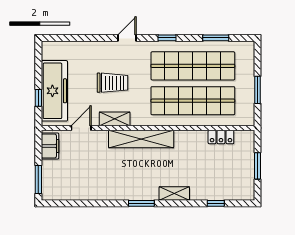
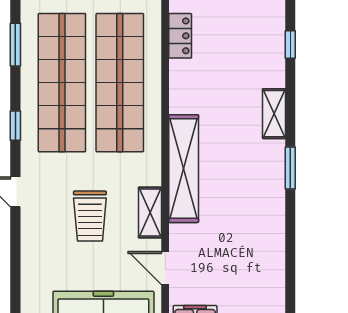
trolley: (112, 83) -> (90, 216), turned 180

